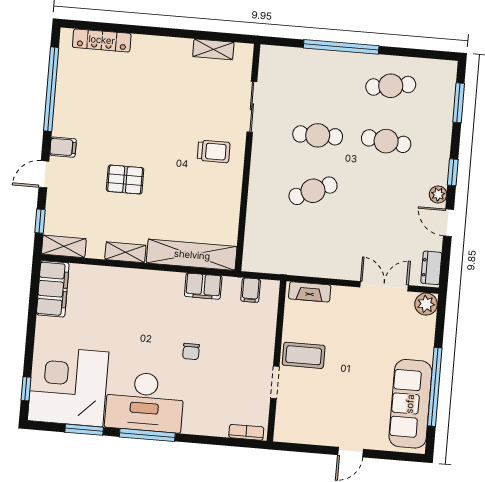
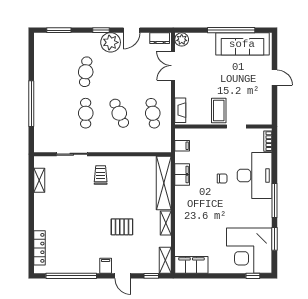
cafe table: (391, 86) -> (153, 113), moved
pallet: (125, 180) -> (122, 227), turned 90
plant: (438, 194) -> (111, 42), width x1.87, depth x1.87
desk: (145, 402) -> (255, 175), moved

